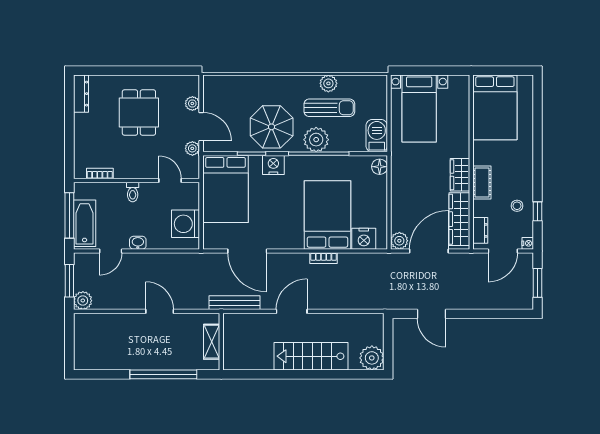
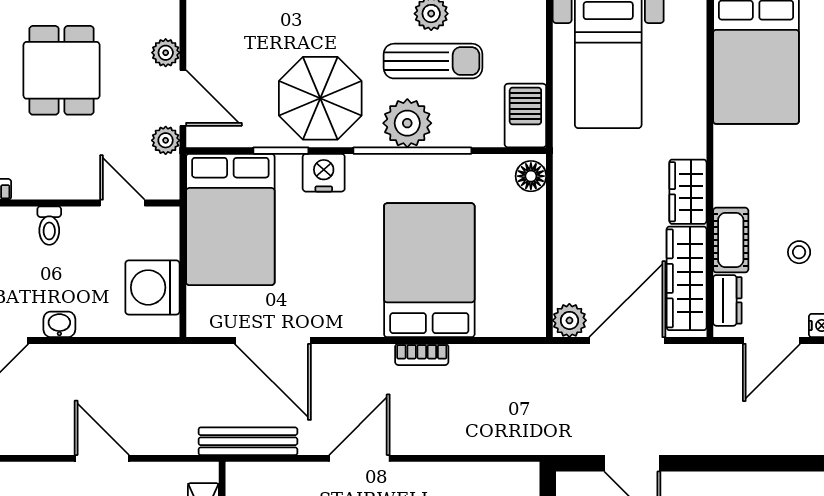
cot: (482, 182) -> (731, 240), moved
nightstand: (364, 239) -> (500, 317), removed

